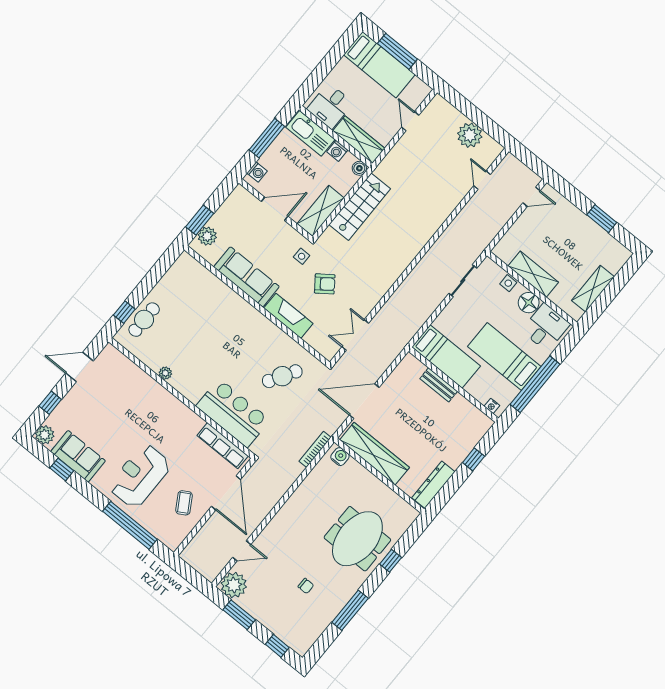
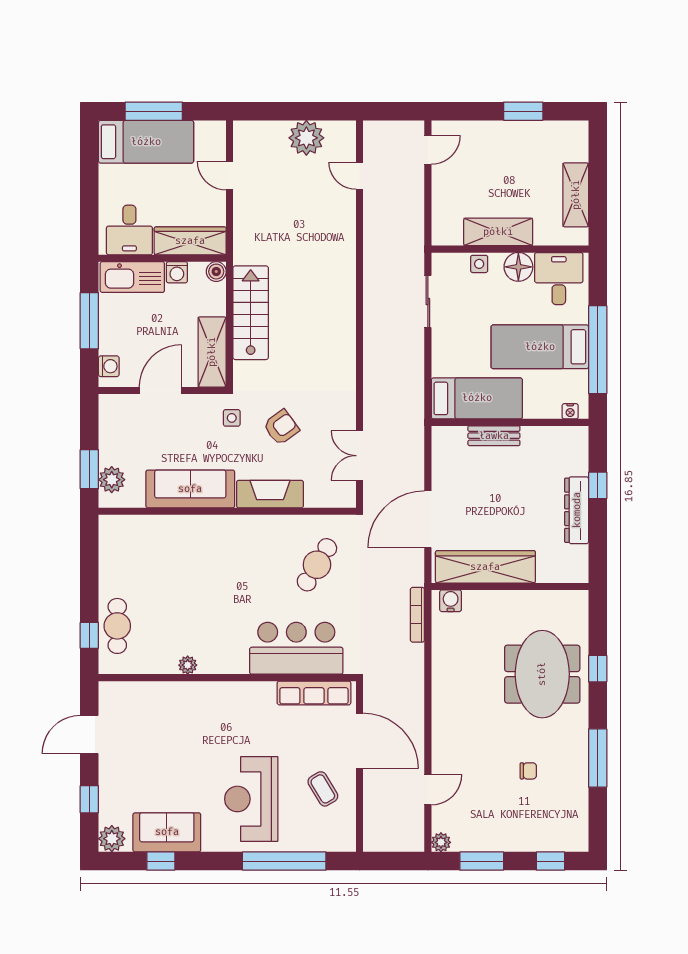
dresser: (433, 485) -> (577, 510), moved
plant: (234, 585) -> (441, 842), width x0.53, depth x0.53

